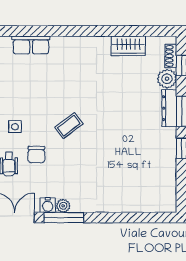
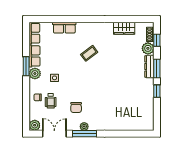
coffee table: (69, 126) -> (89, 53), moved
chair: (36, 155) -> (76, 107), moved
water cooler: (48, 205) -> (75, 126), removed

